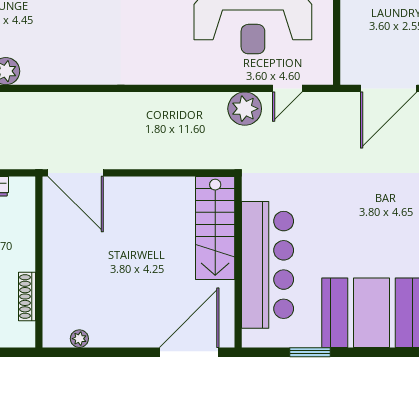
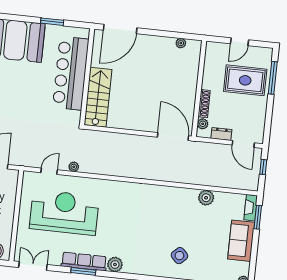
plant: (245, 109) -> (74, 167), width x0.53, depth x0.53
plant: (26, 201) -> (203, 124), added
shoe rack: (27, 297) -> (204, 104), moved

